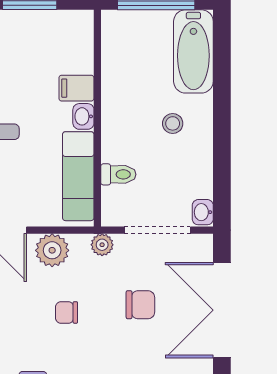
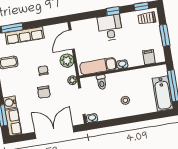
bathtub: (193, 51) -> (163, 94), moved, turned -90
filing cabinet: (76, 88) -> (149, 57), moved
chair: (140, 305) -> (44, 92), moved

